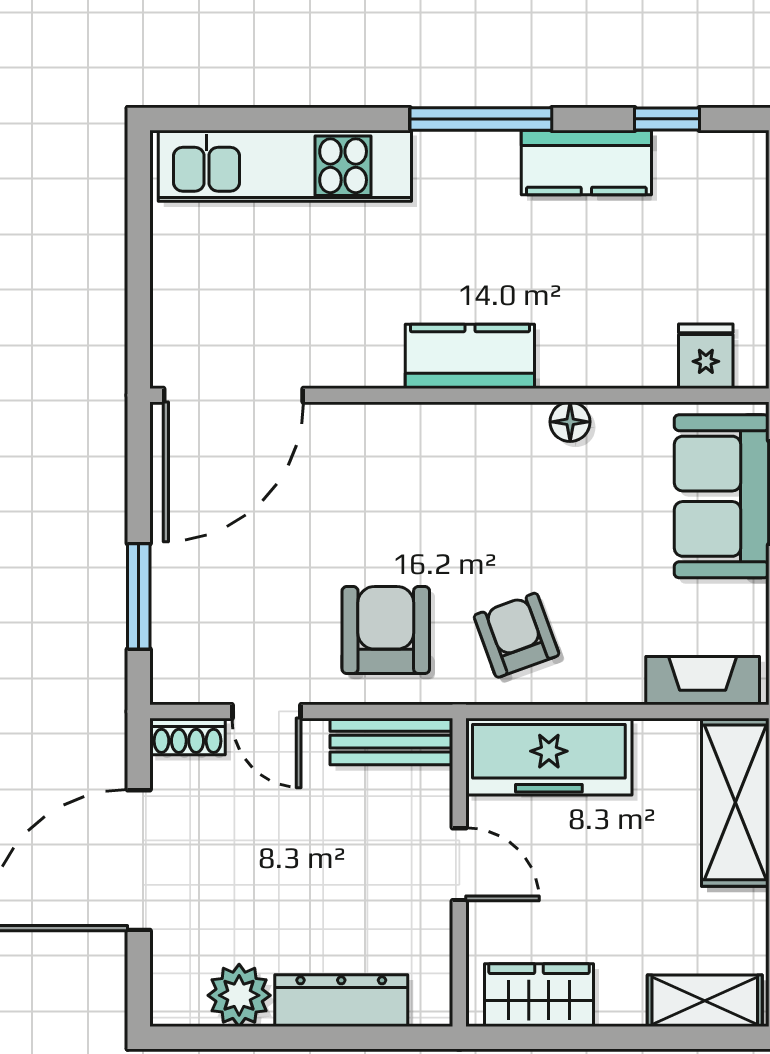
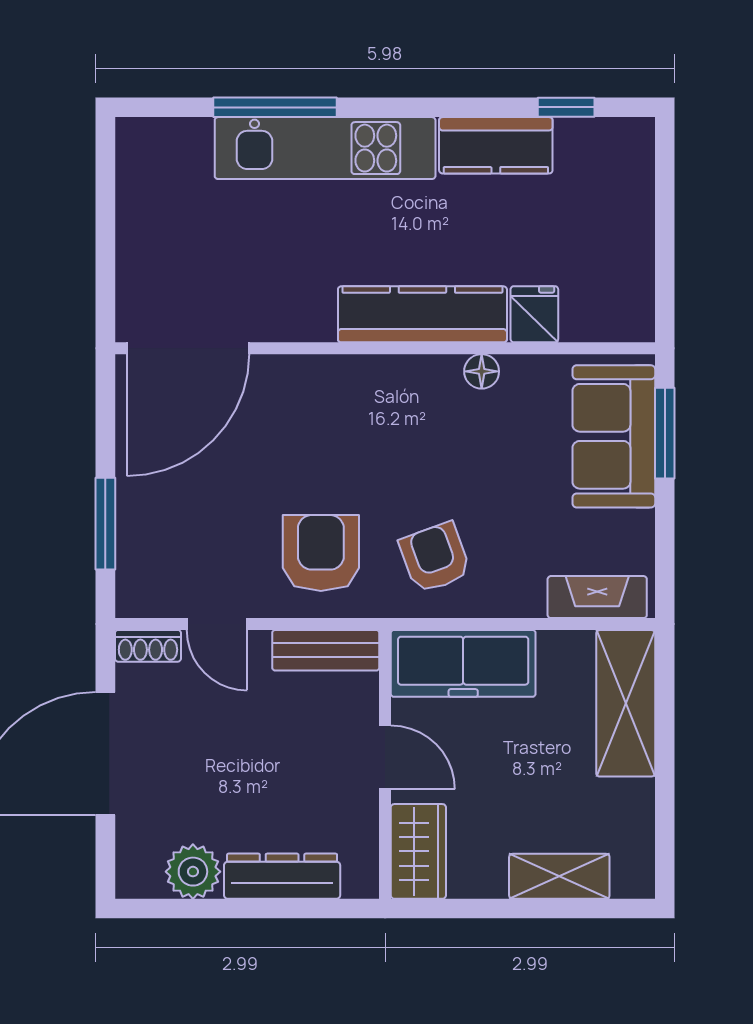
window: (481, 119) -> (275, 107), moved
kitchen unit: (285, 166) -> (325, 148), moved
kitchen counter: (470, 356) -> (422, 314), width x1.50
fridge: (706, 356) -> (534, 314), moved
wardrobe: (539, 995) -> (418, 851), moved, turned 90
shelving: (705, 1001) -> (559, 876), moved

